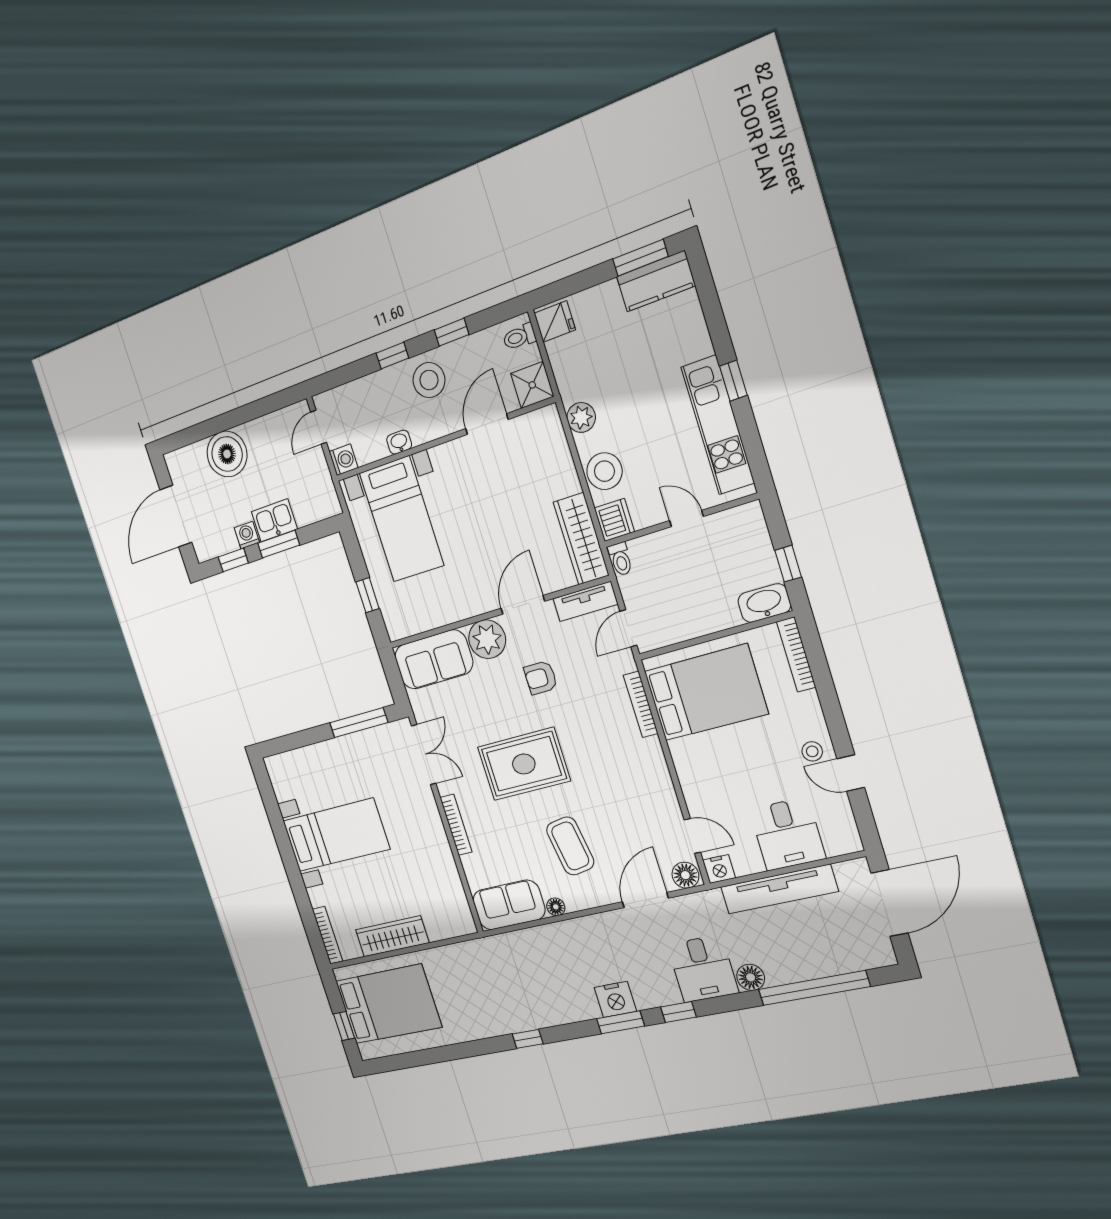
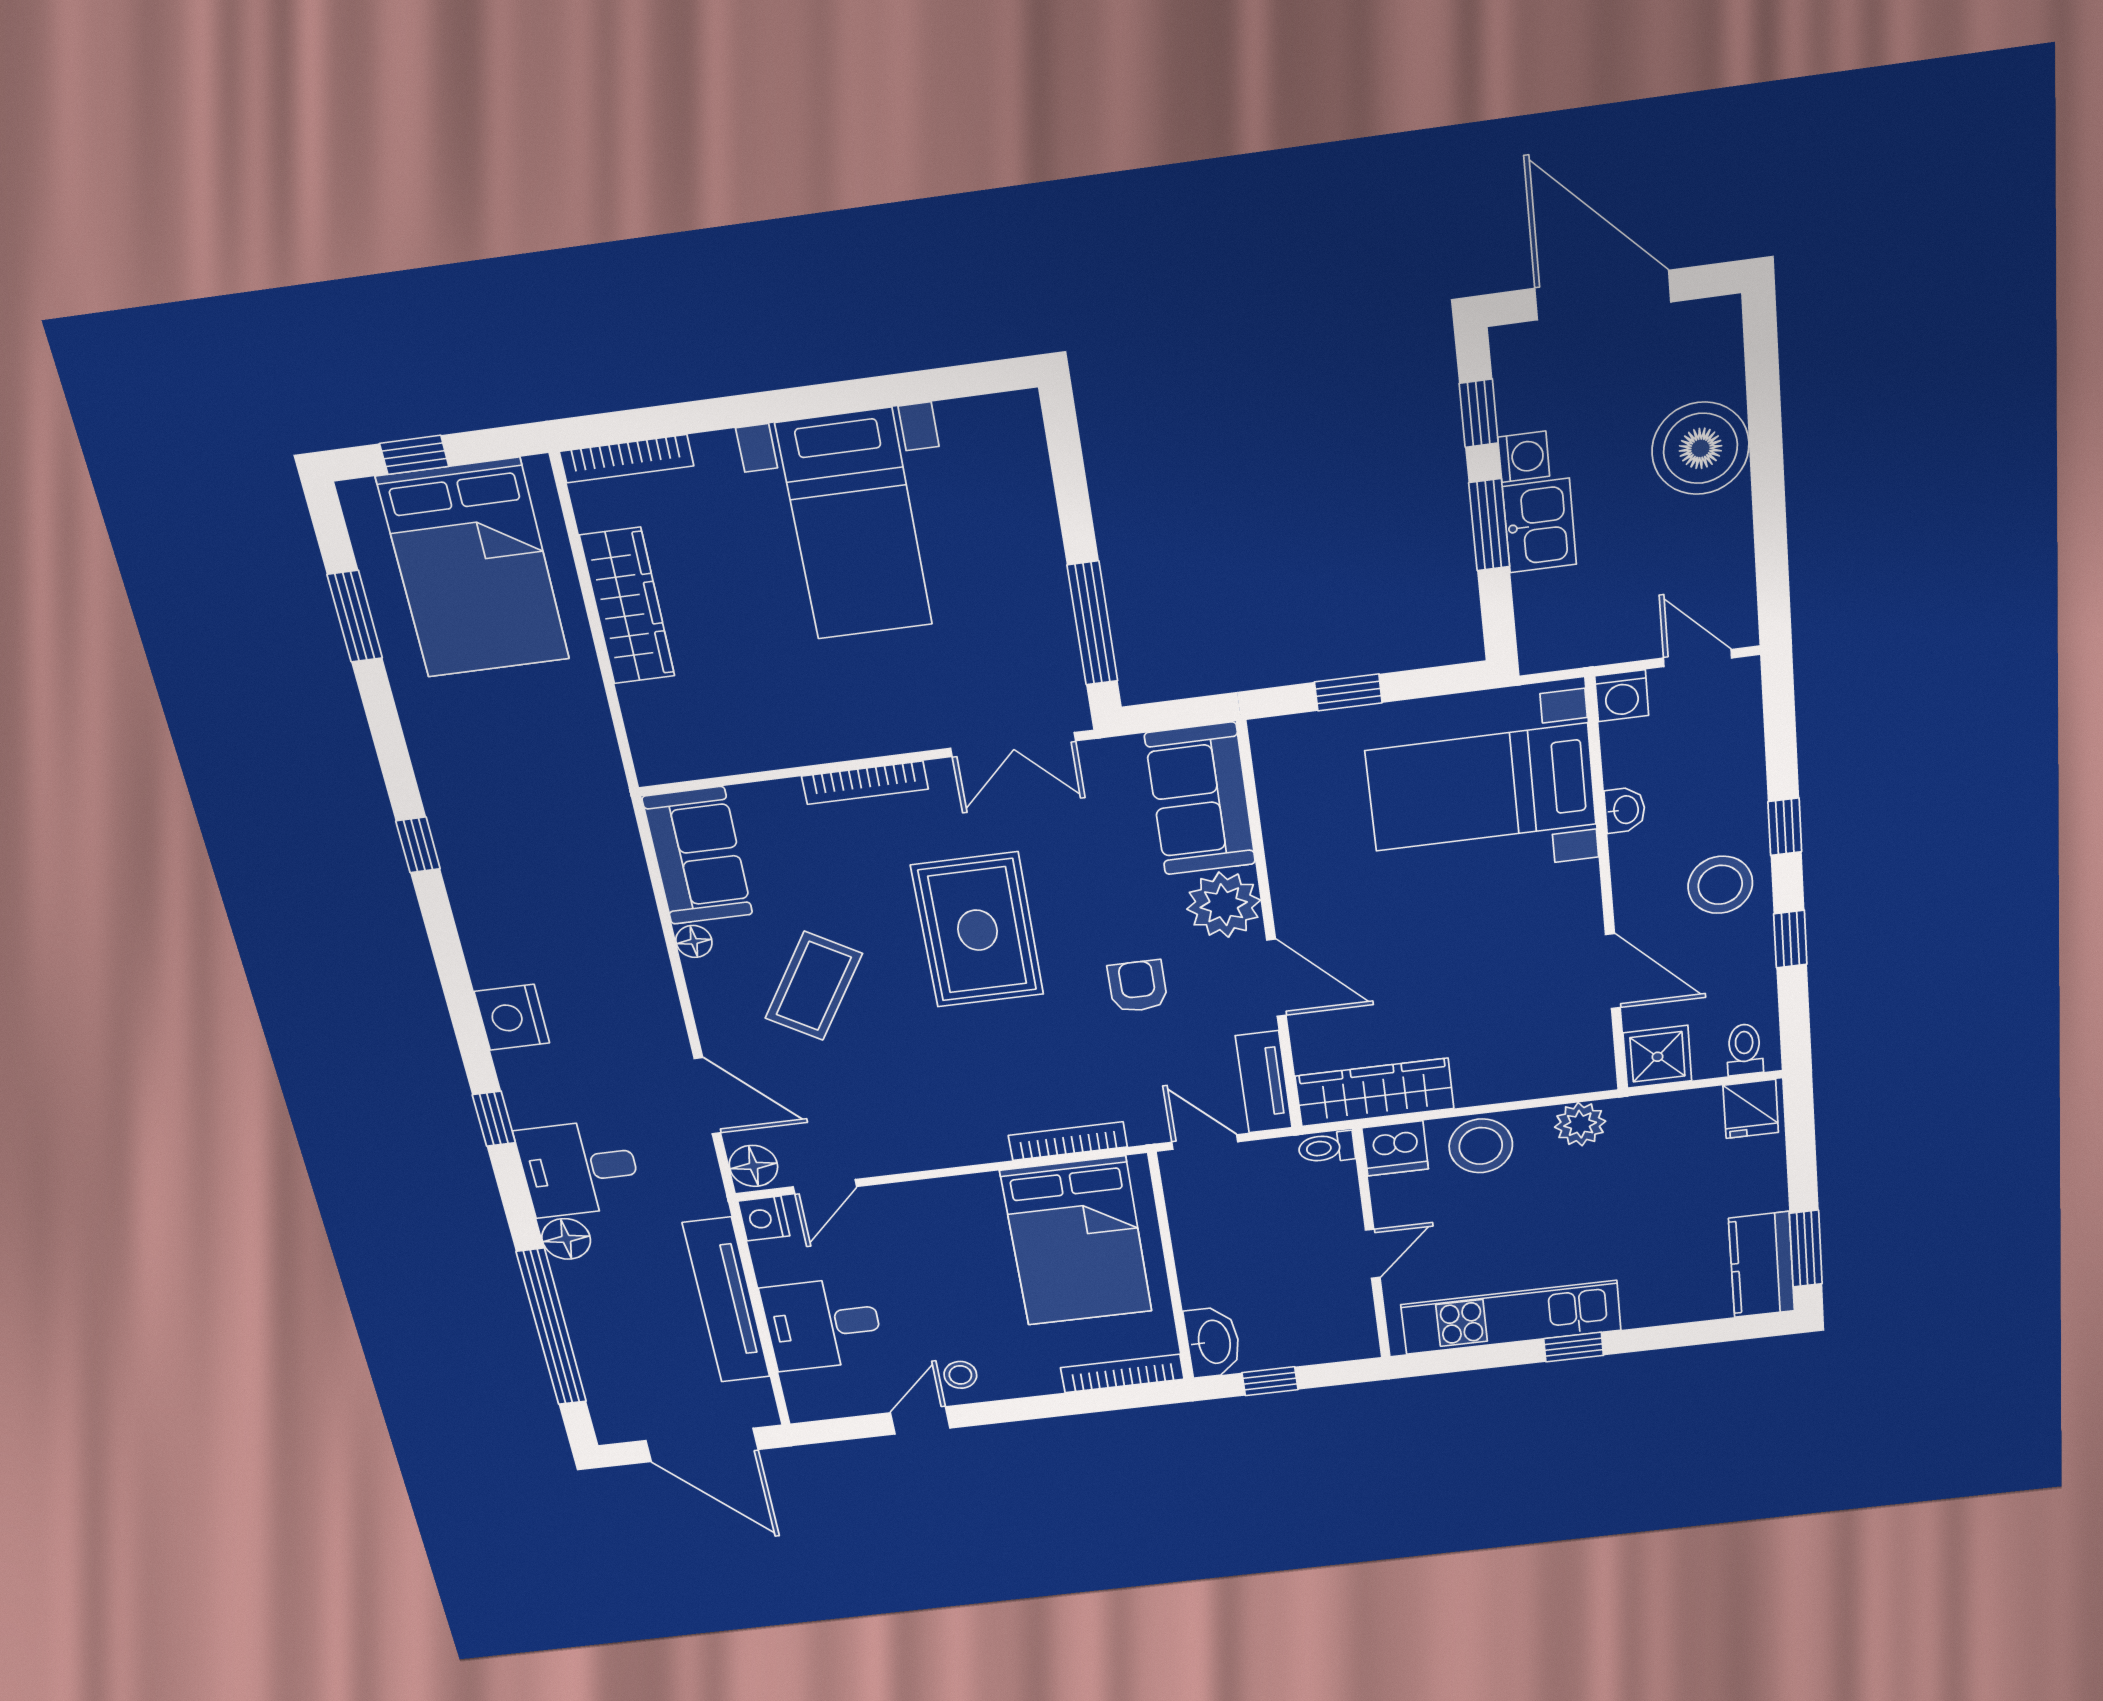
coffee table: (570, 846) -> (814, 986), turned -49
window: (621, 1022) -> (355, 616), moved

